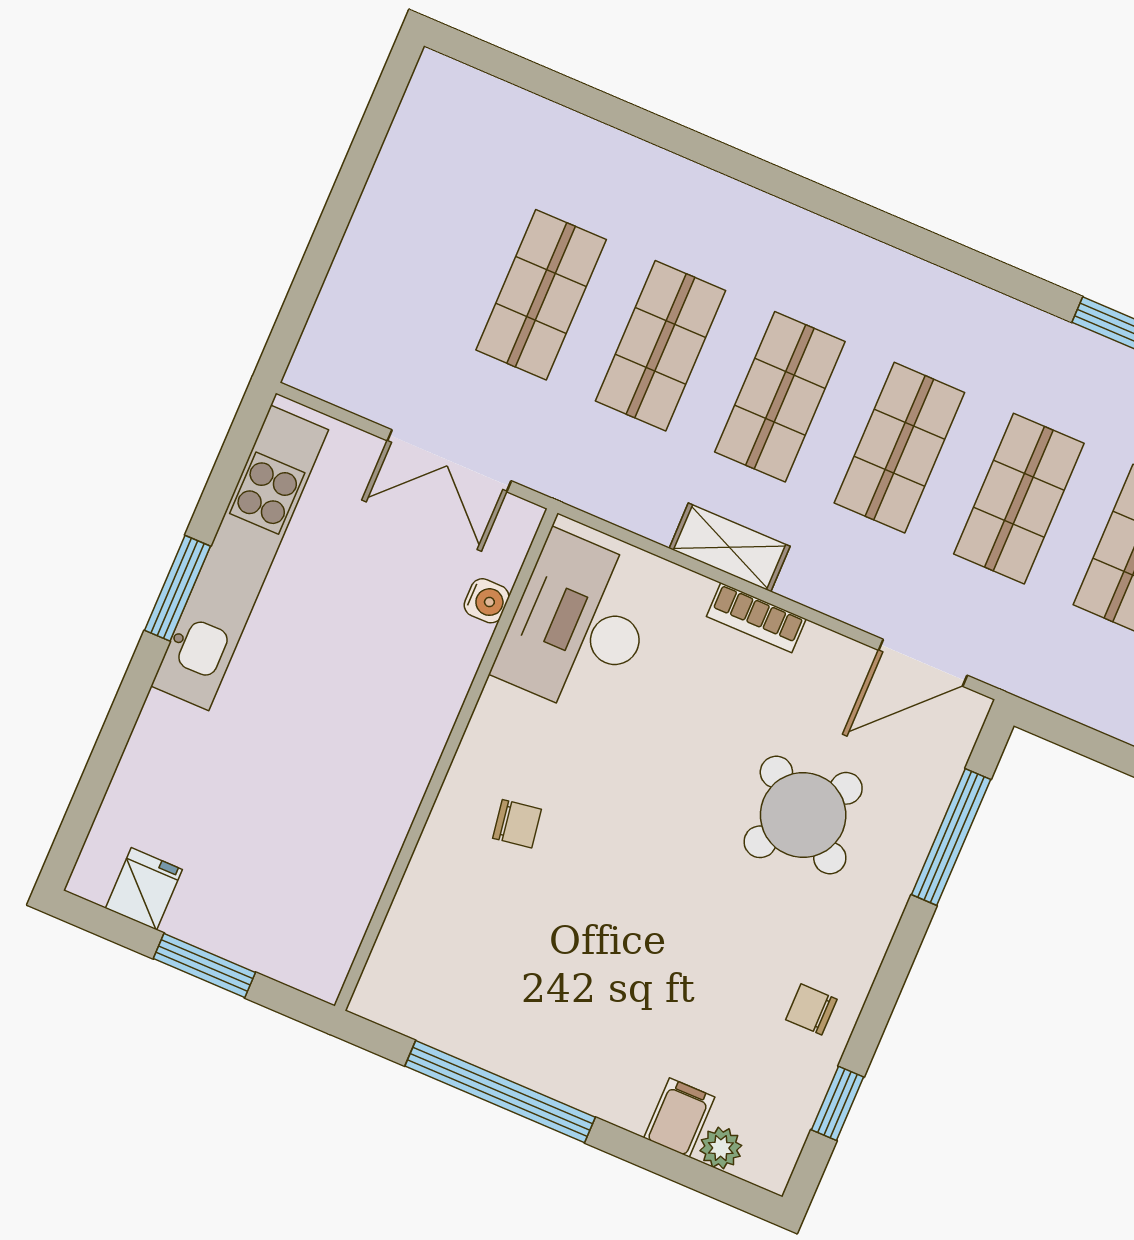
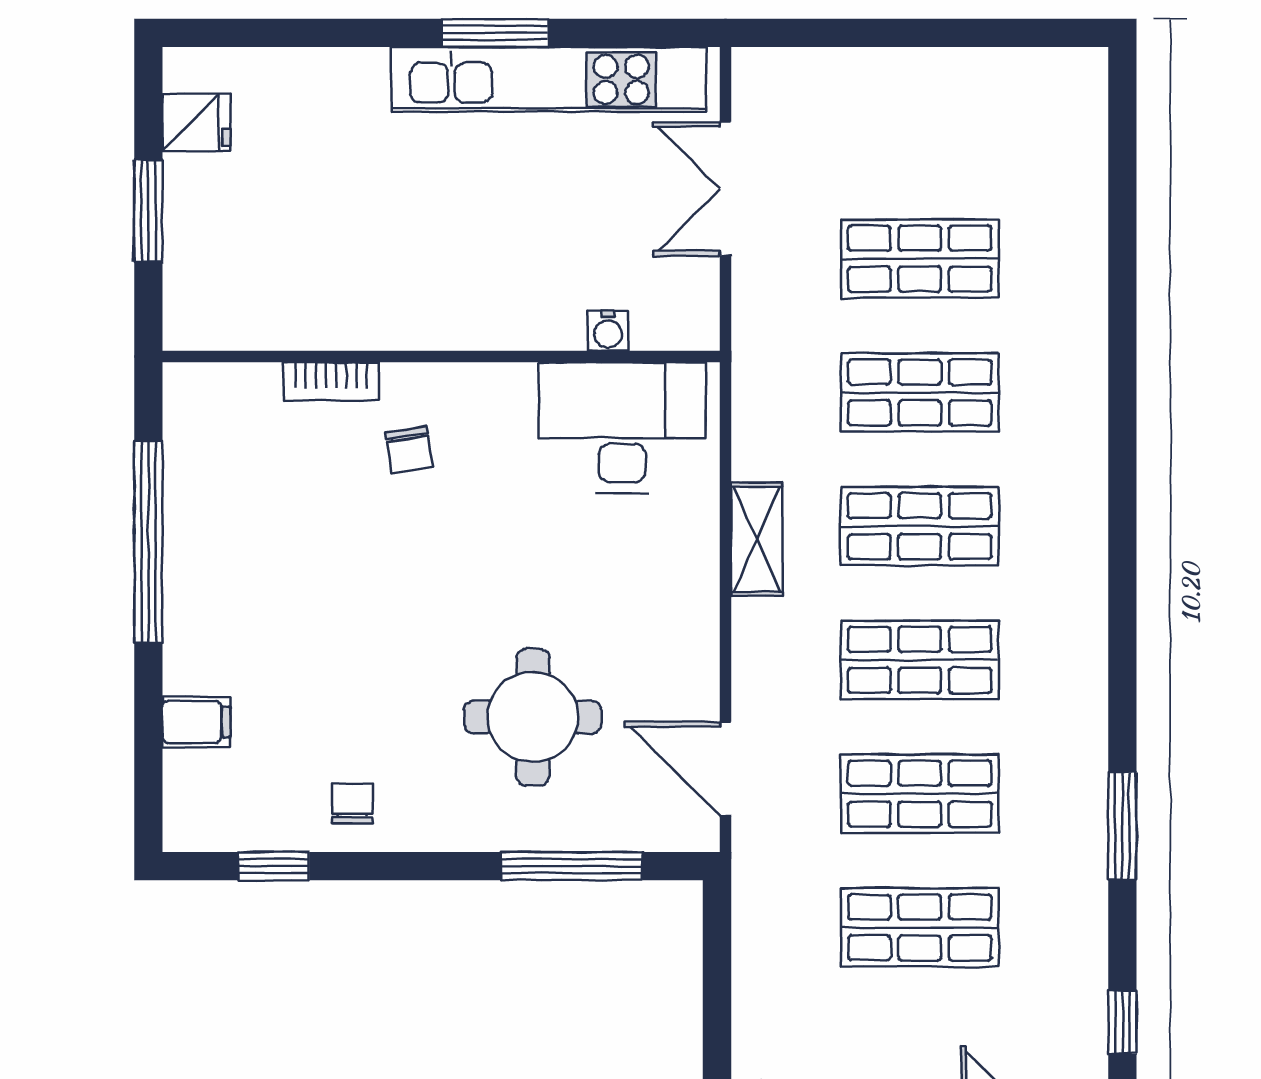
double door: (449, 461) -> (725, 189), moved
bookcase: (756, 618) -> (331, 381), moved, turned -90
round table: (803, 815) -> (533, 717), turned -35
plant: (721, 1148) -> (184, 774), removed

